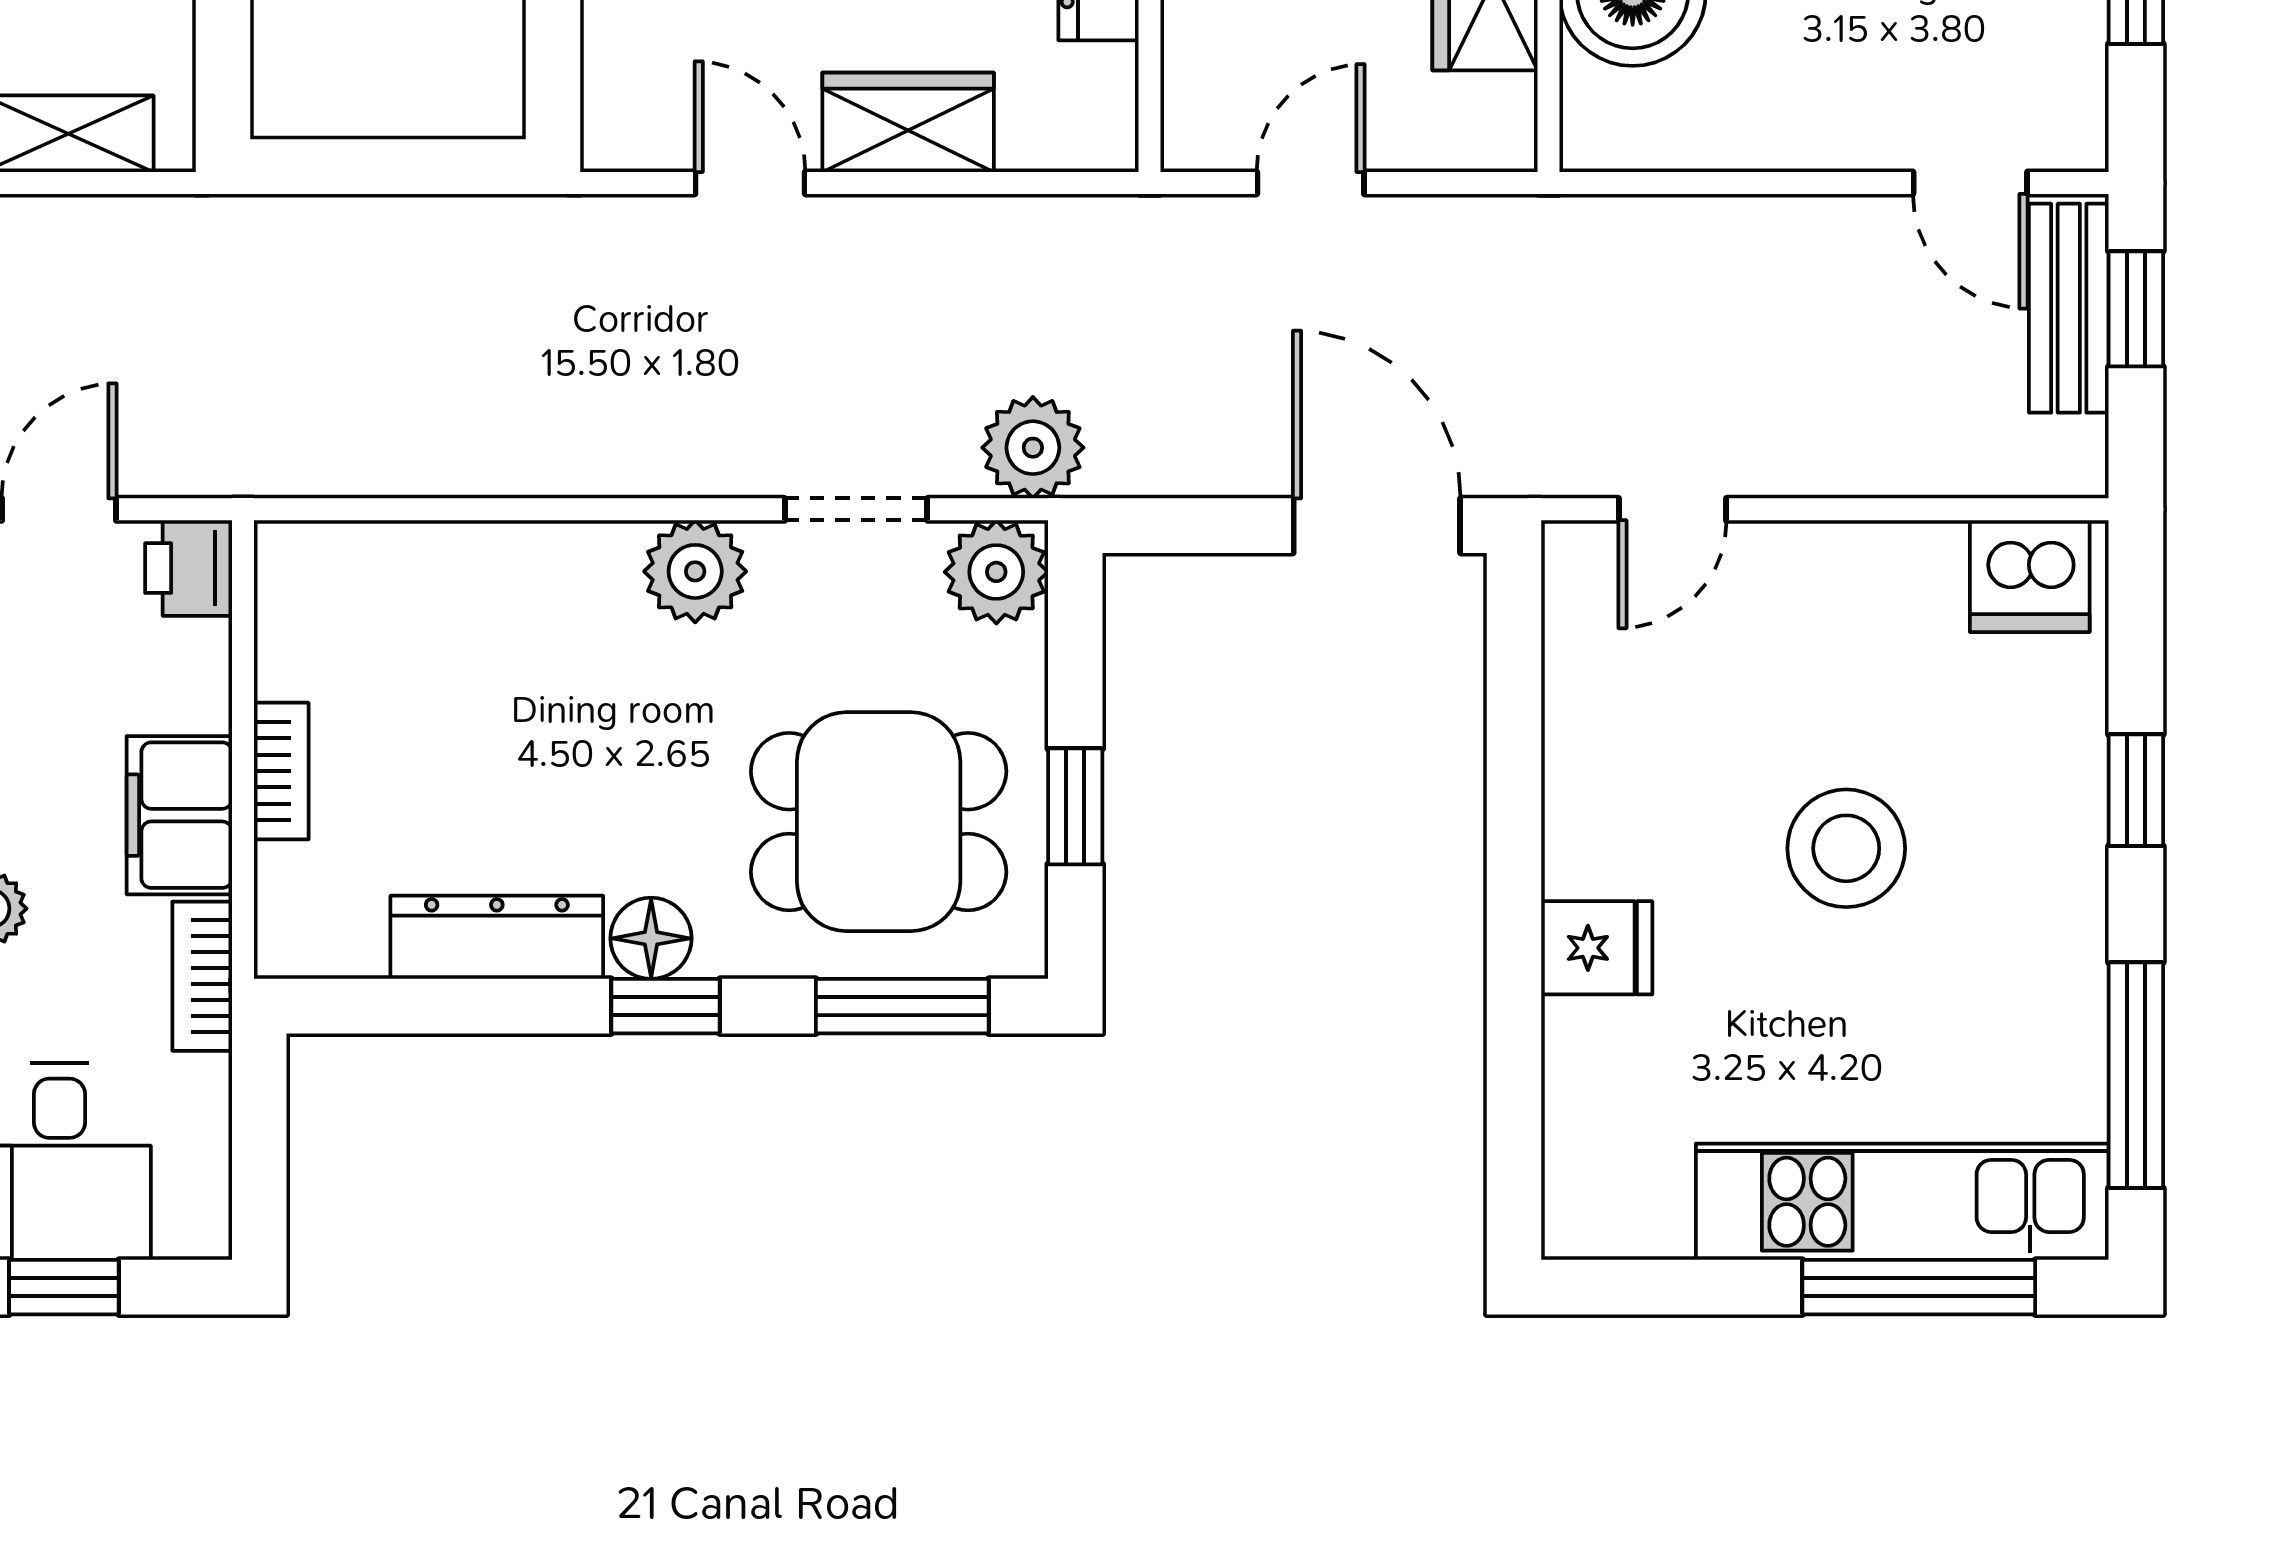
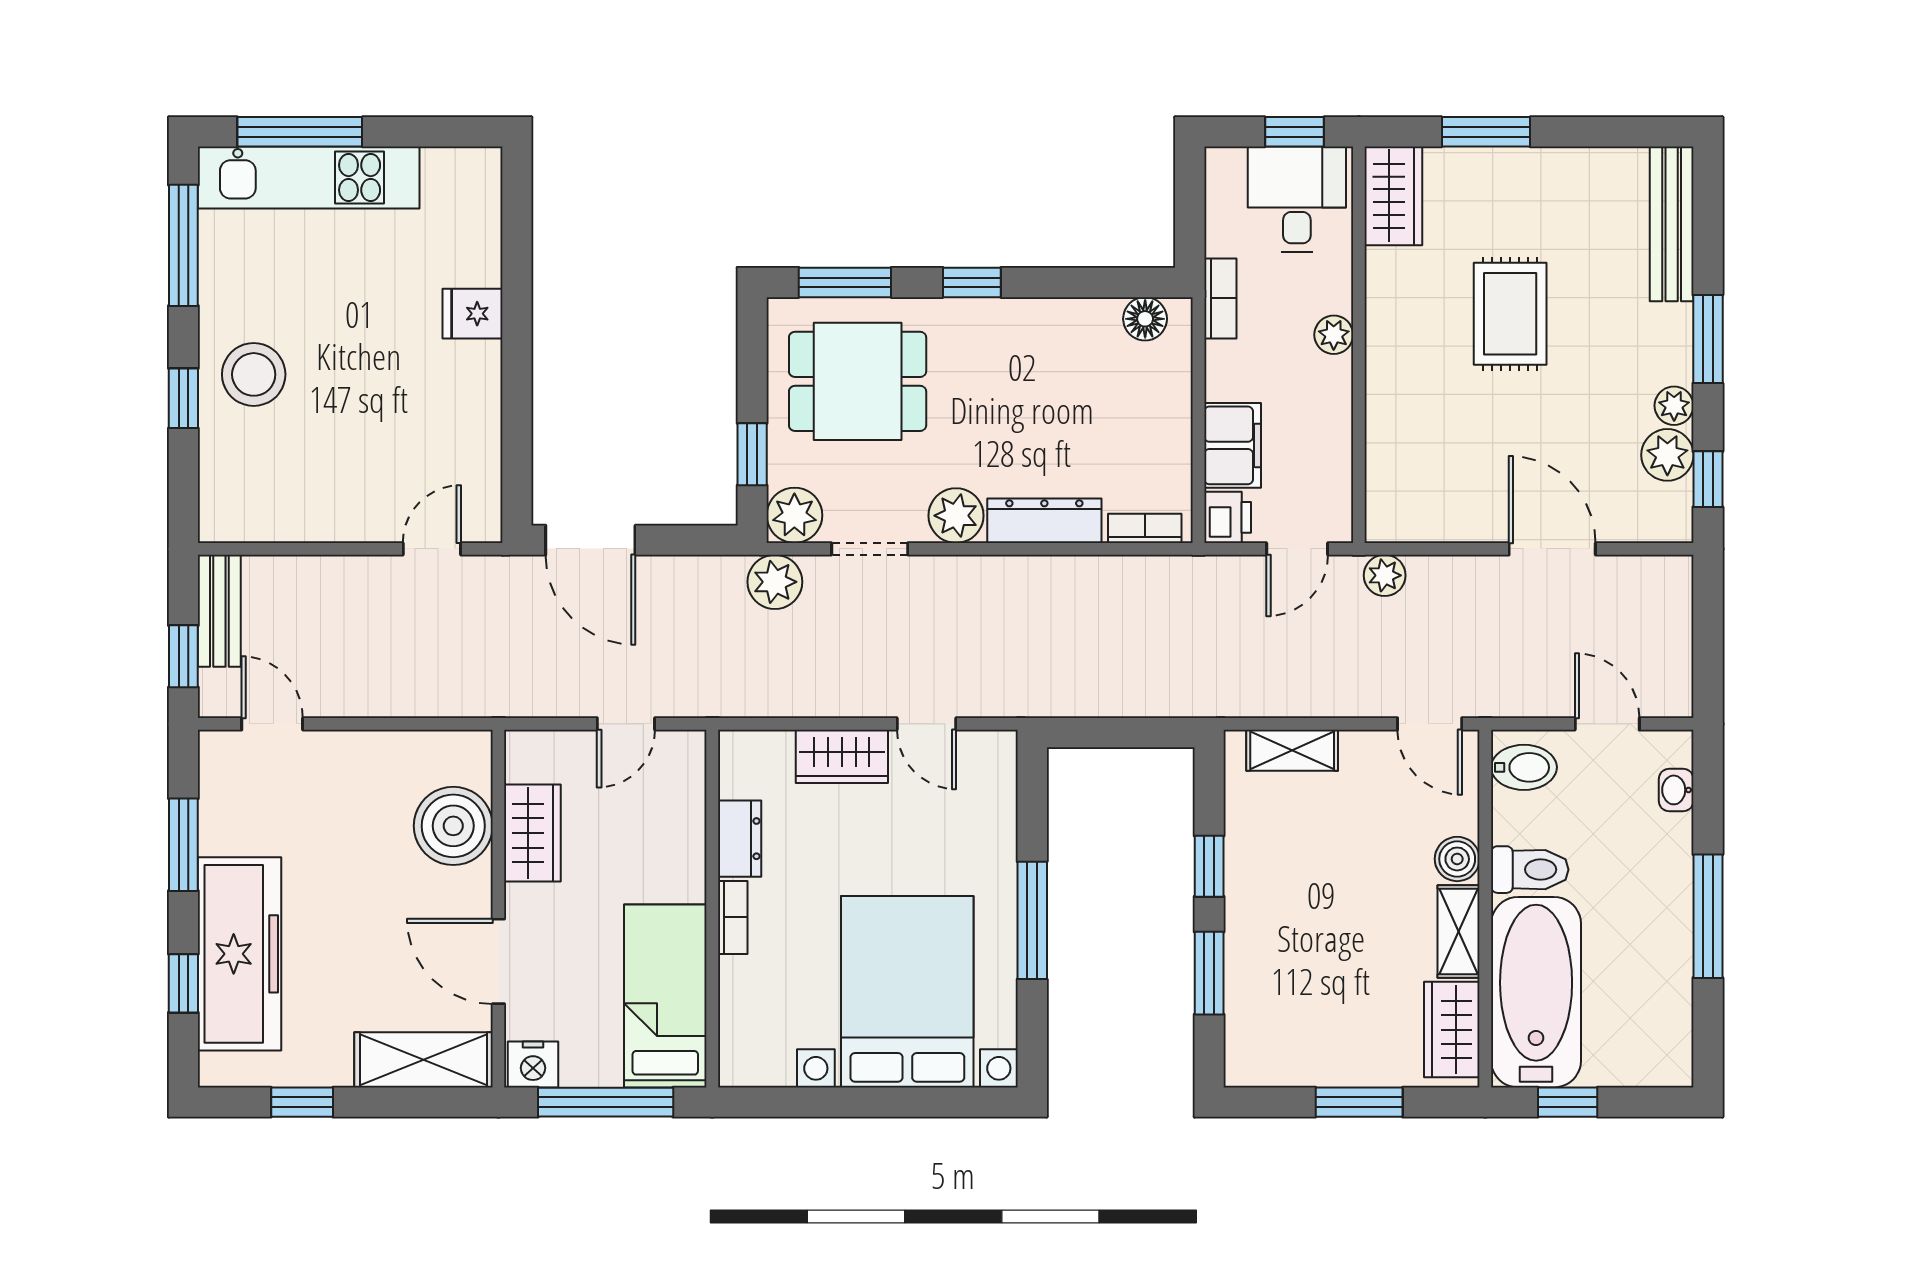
bench: (2069, 308) -> (219, 611), moved
dishwasher: (2030, 576) -> (240, 513), removed
bookcase: (281, 771) -> (1145, 528), moved, turned 90
window: (1075, 806) -> (752, 454), moved
filing cabinet: (179, 815) -> (1233, 445), moved
stool: (1846, 848) -> (254, 374), moved
dresser: (497, 937) -> (1044, 521), moved, turned 180
floor lamp: (651, 938) -> (1145, 319), moved

